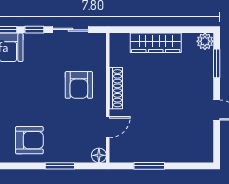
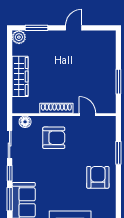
floor lamp: (99, 155) -> (25, 122), moved

